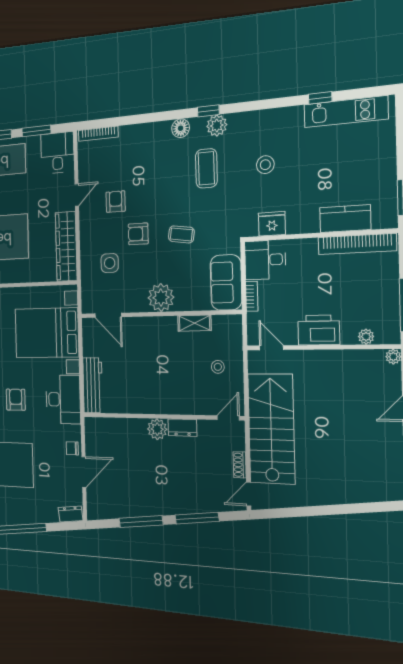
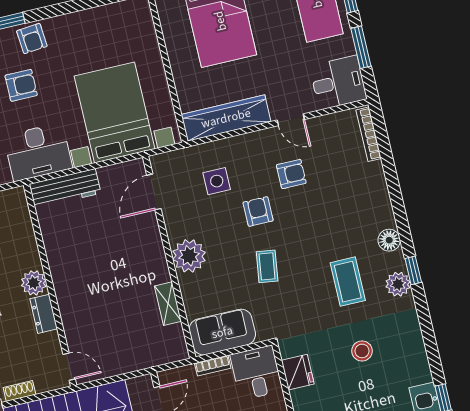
coffee table: (206, 168) -> (348, 282), turned 90
stool: (218, 367) -> (124, 342), removed

